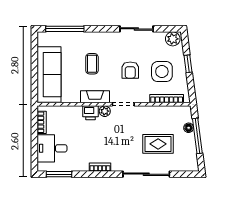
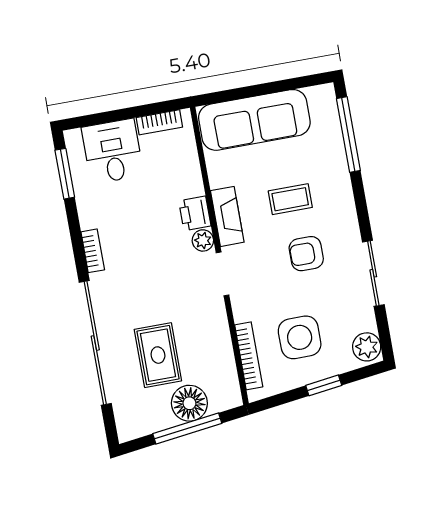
armchair: (130, 70) -> (306, 254), moved
floor lamp: (189, 128) -> (189, 403), width x1.89, depth x1.89
sliding door: (146, 174) -> (95, 343), width x1.36

